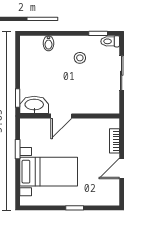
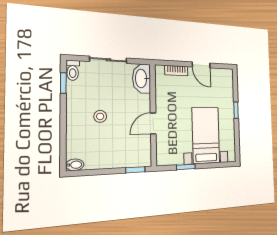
bidet: (48, 43) -> (75, 165), moved
stool: (80, 58) -> (100, 116), moved
washbasin: (34, 105) -> (142, 78), moved
door: (61, 116) -> (153, 123), swing flipped

